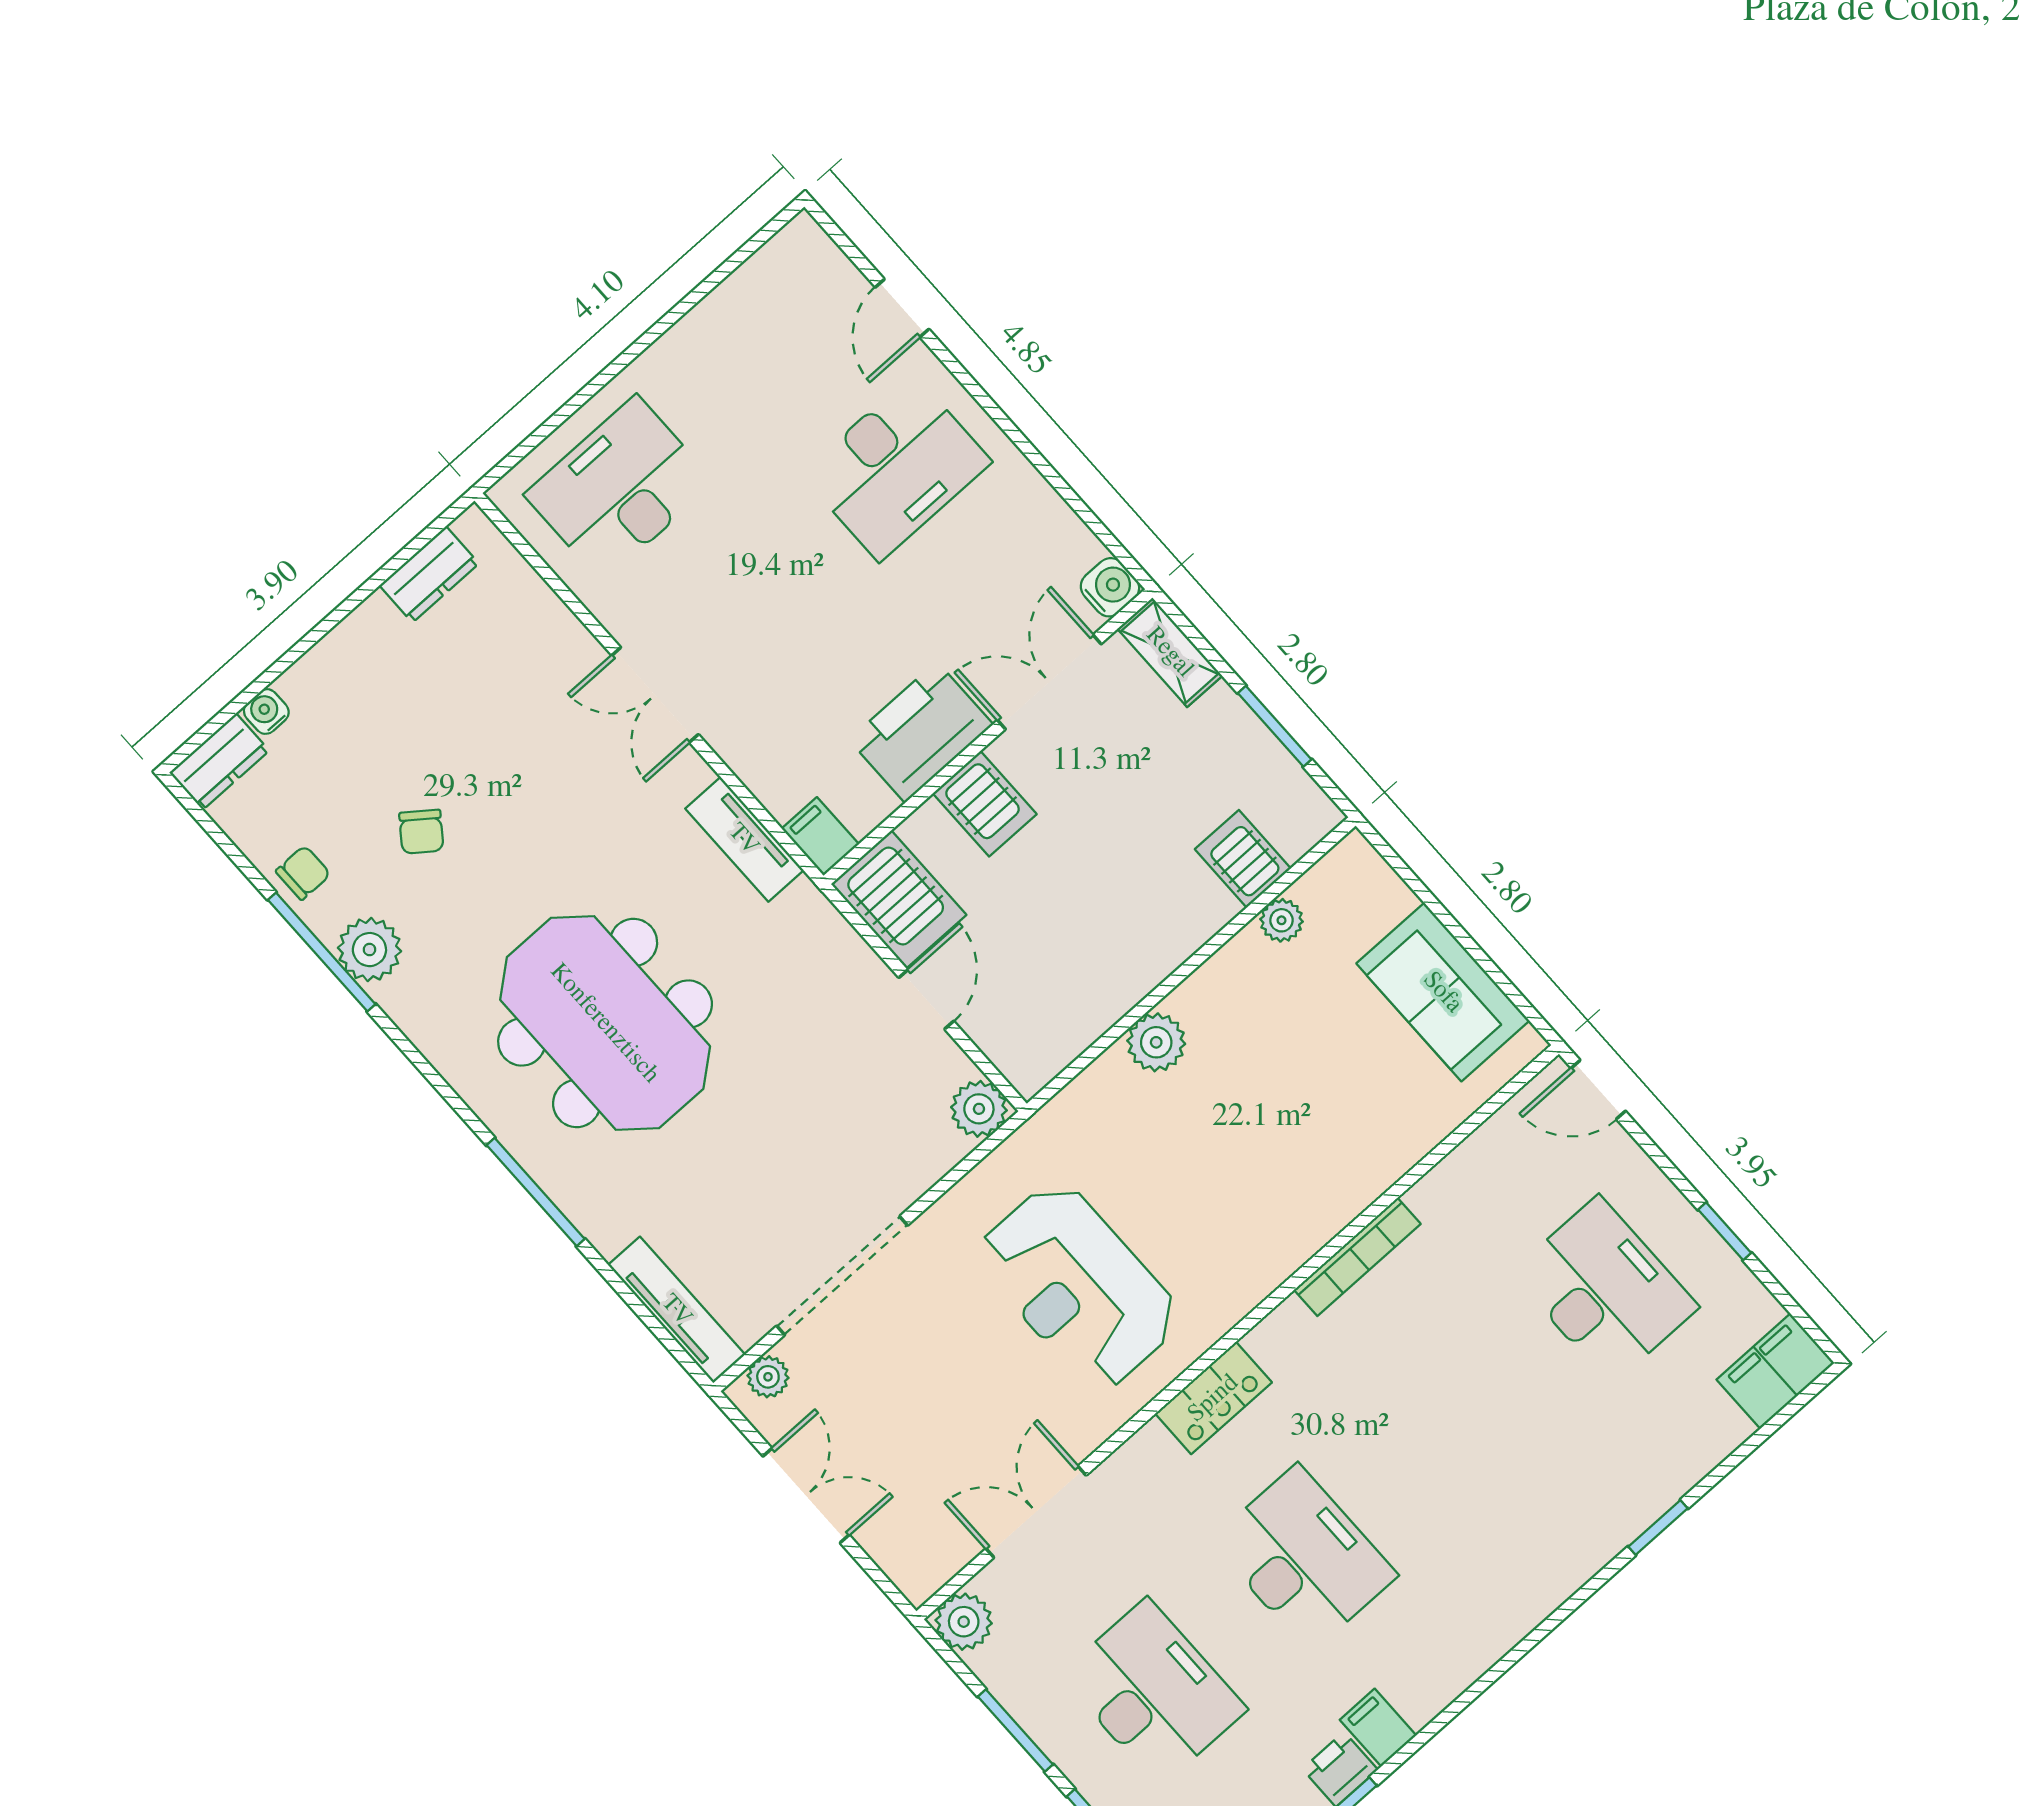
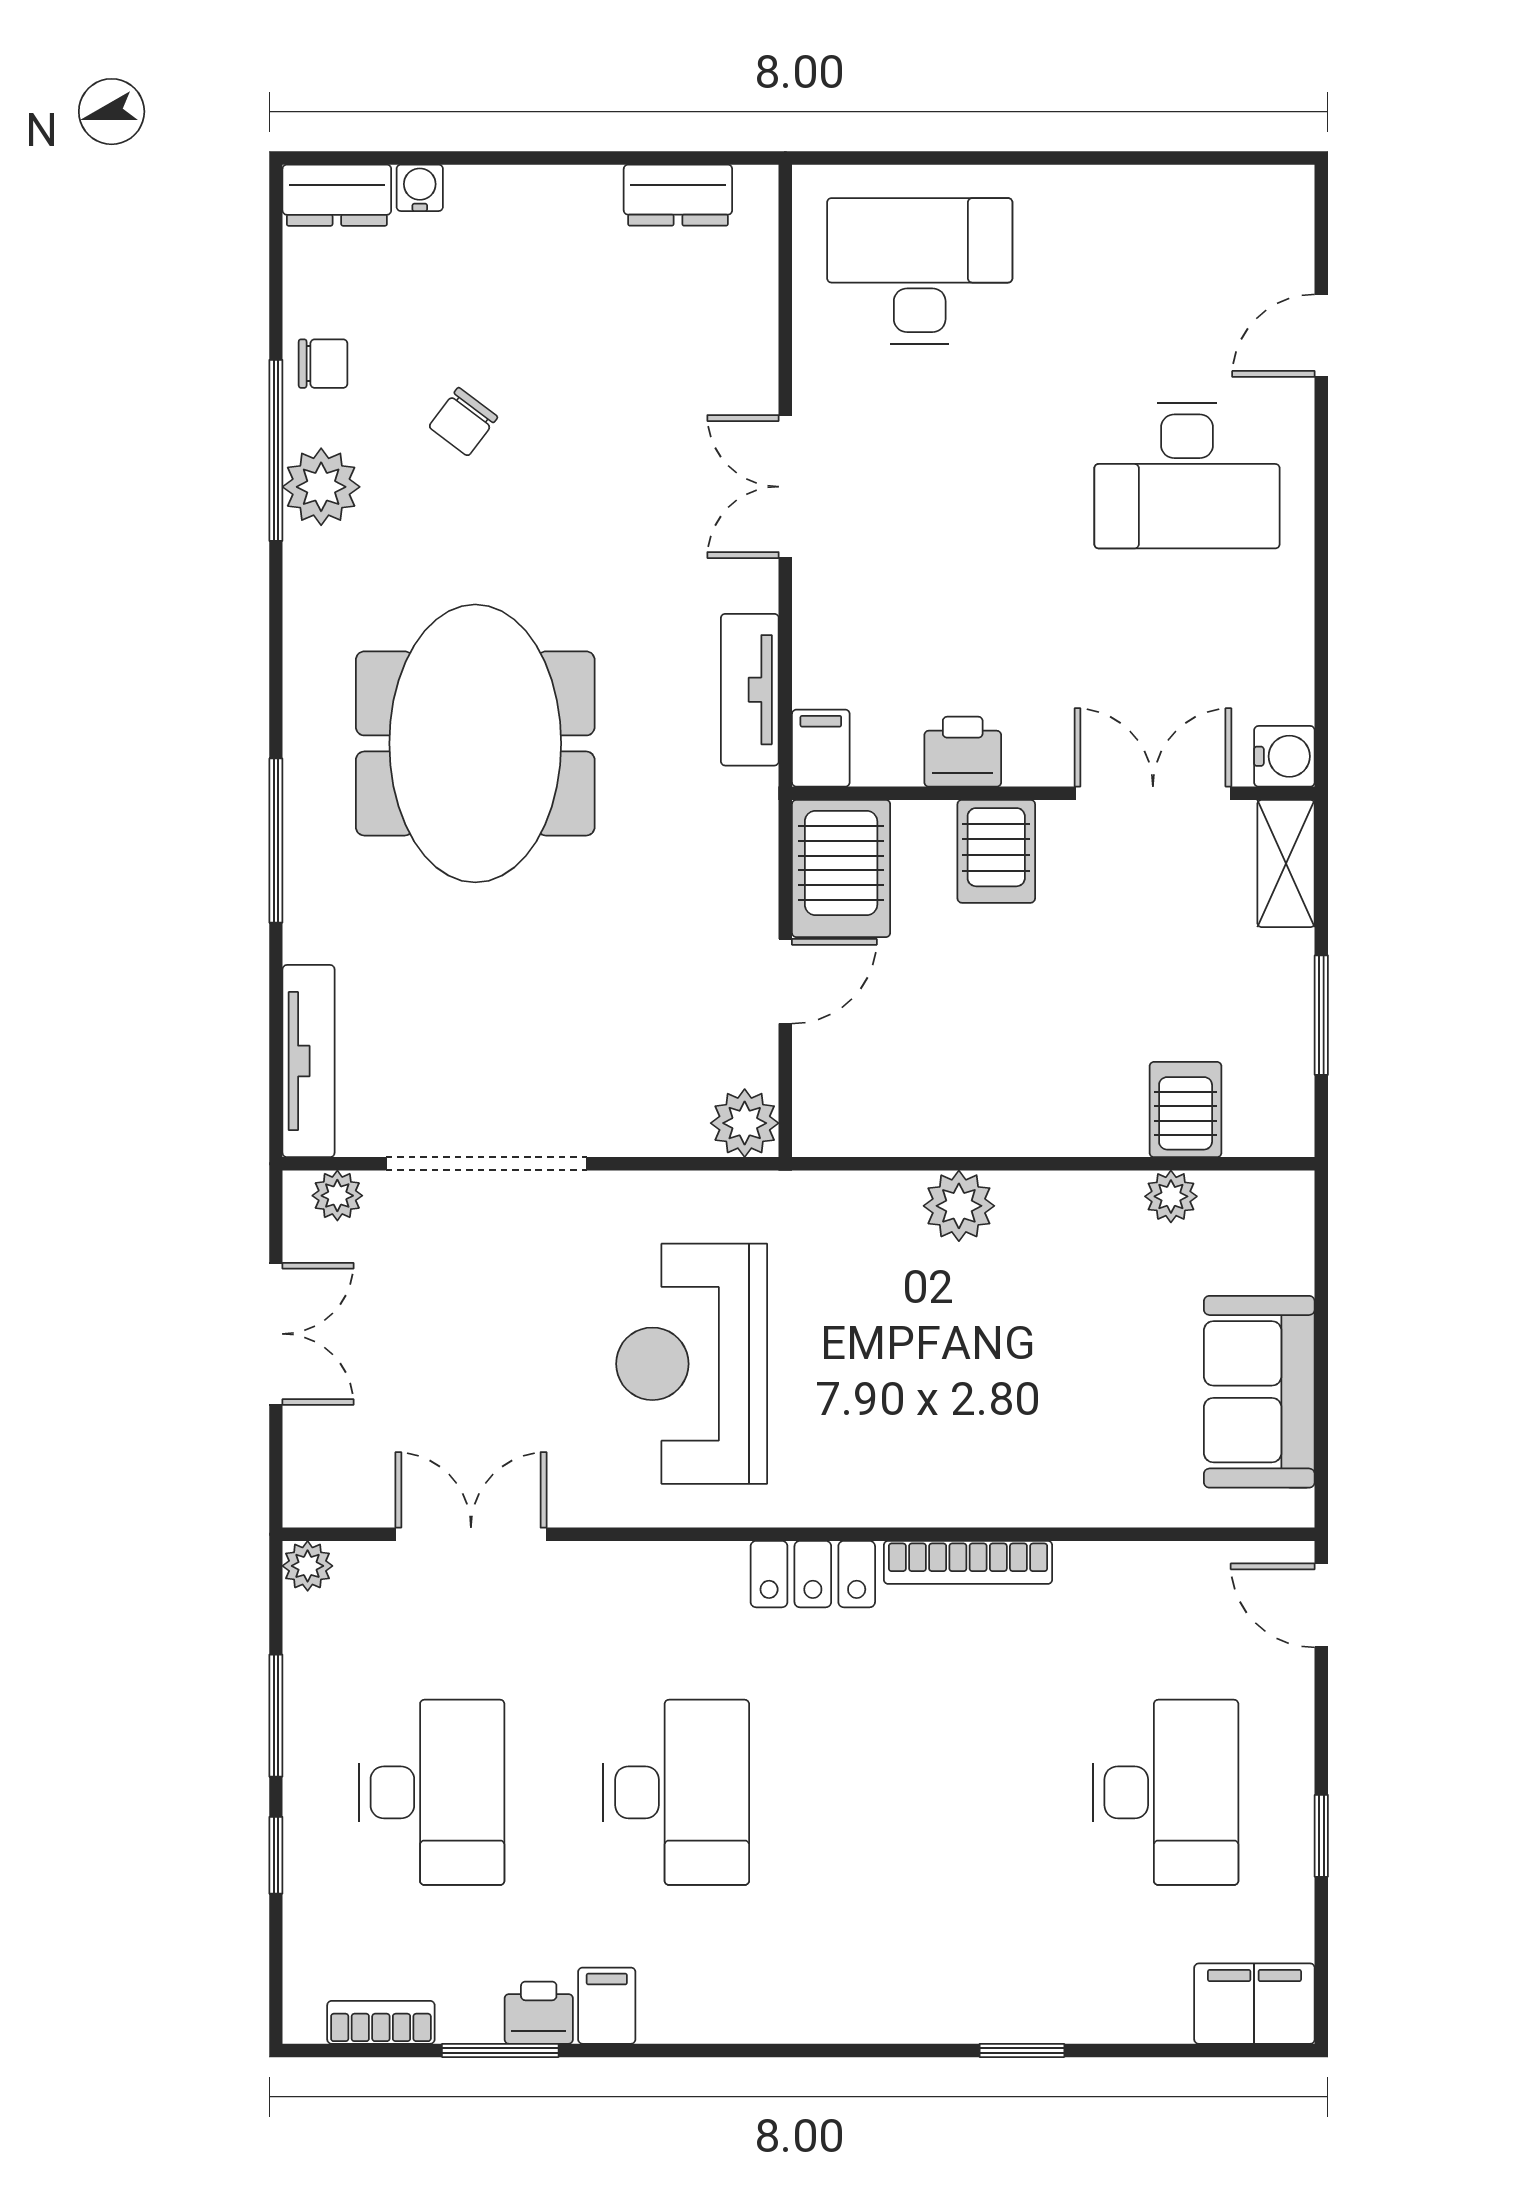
printer: (921, 732) -> (963, 752), width x0.53, depth x0.68
locker: (1213, 1398) -> (813, 1574), moved
plant: (964, 1622) -> (308, 1566), width x0.73, depth x0.73

